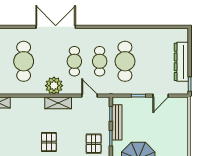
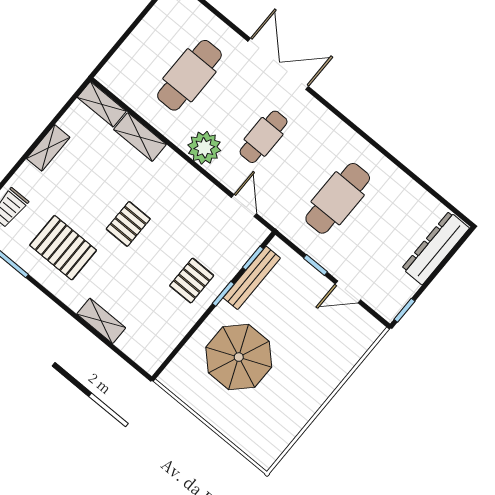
cafe table: (100, 61) -> (301, 168), removed
dresser: (181, 62) -> (436, 248), moved
shelving: (58, 103) -> (140, 137), moved

